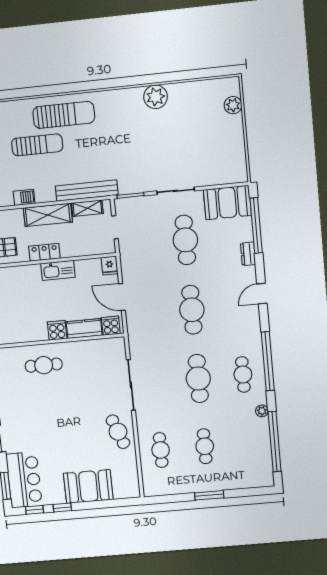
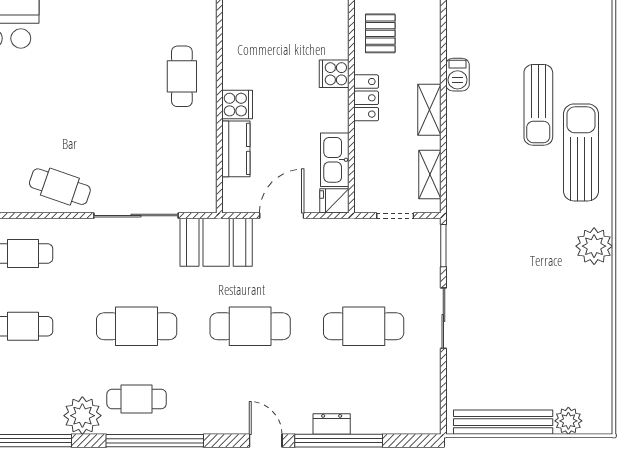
plant: (156, 97) -> (594, 246), moved
sun lounger: (64, 115) -> (581, 152), turned 180
bench: (87, 191) -> (503, 422), moved, turned 90
booth: (227, 203) -> (216, 242), moved, turned 90
shelving: (48, 215) -> (429, 110), width x0.67, depth x0.75
window: (256, 226) -> (339, 441), moved
kitchen sink: (58, 270) -> (335, 160), moved
cooker: (111, 326) -> (334, 74), moved, turned 180
plant: (262, 411) -> (82, 416), width x1.87, depth x1.87
cafe table: (118, 432) -> (60, 187), turned 39

